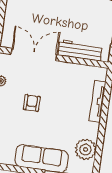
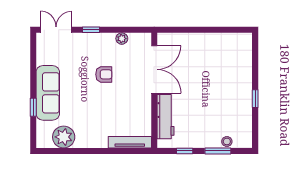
tv unit: (98, 101) -> (130, 142), moved

